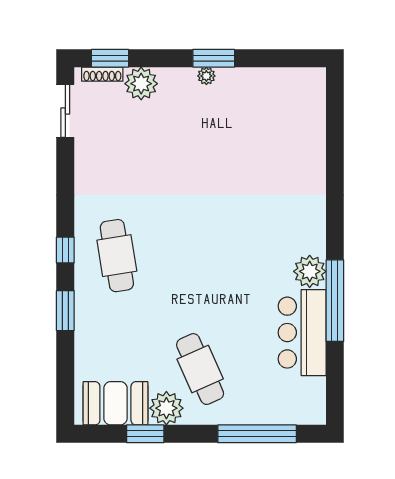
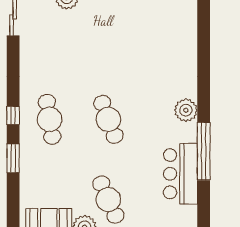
cafe table: (200, 256) -> (108, 119), added
plant: (310, 271) -> (186, 110), moved

